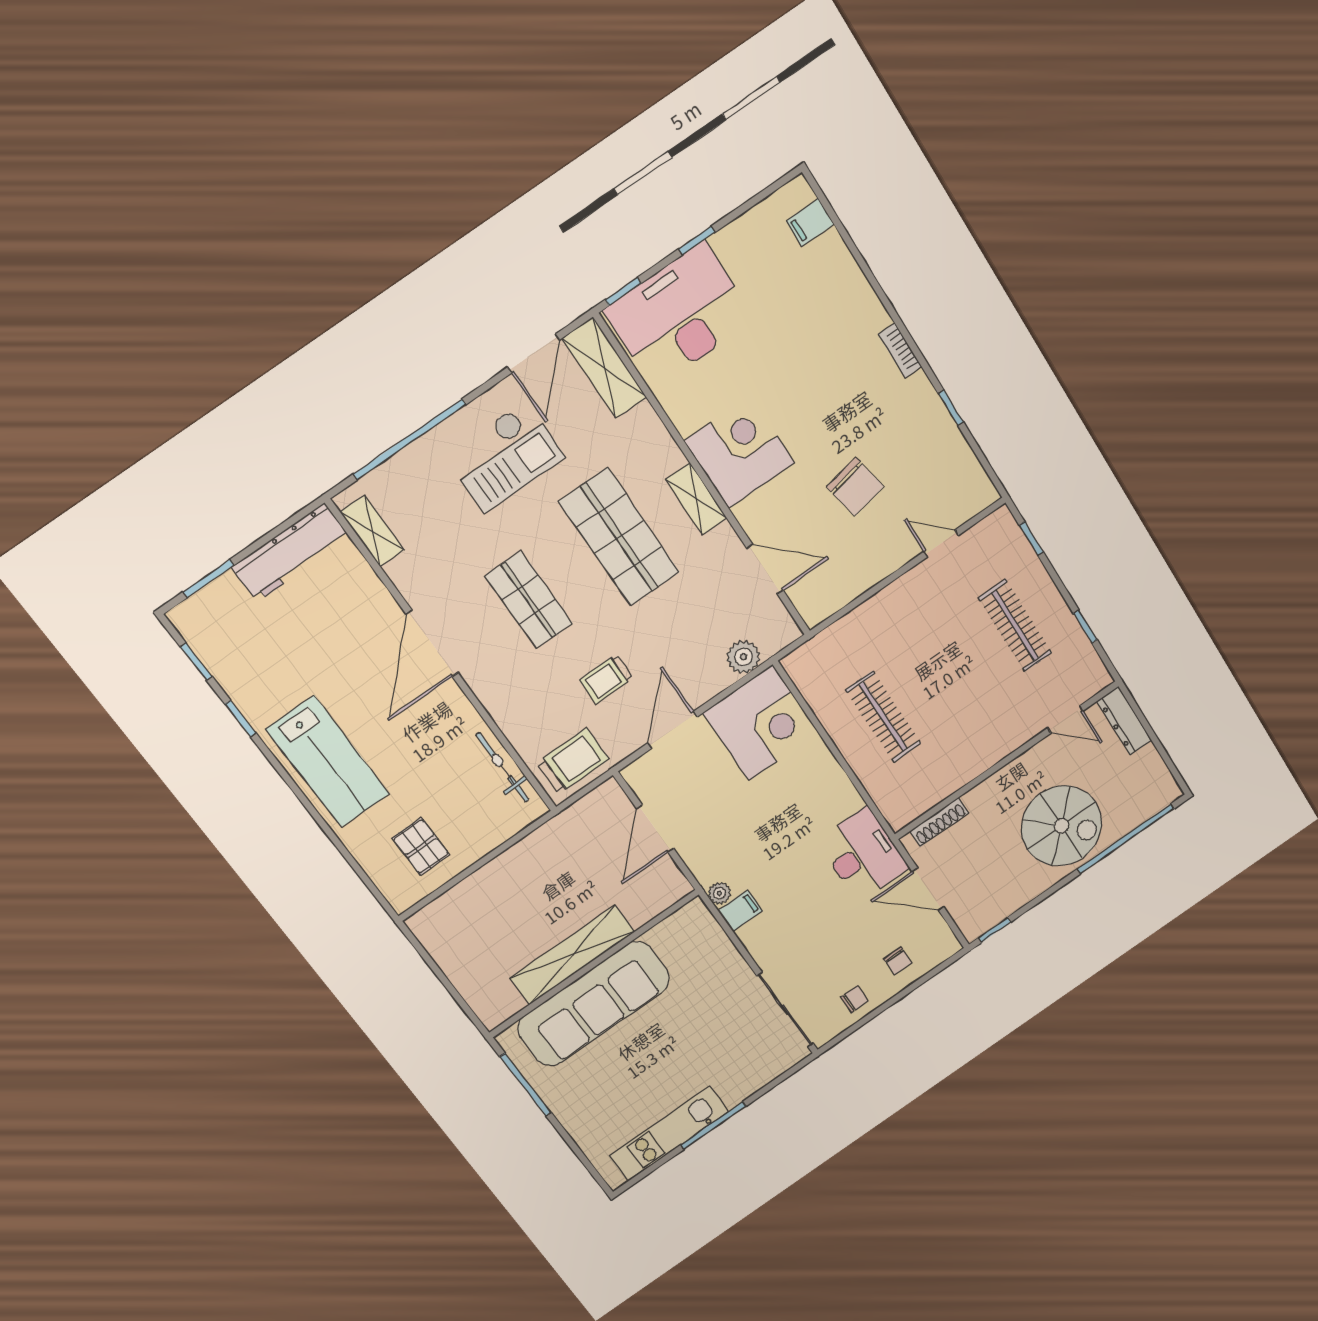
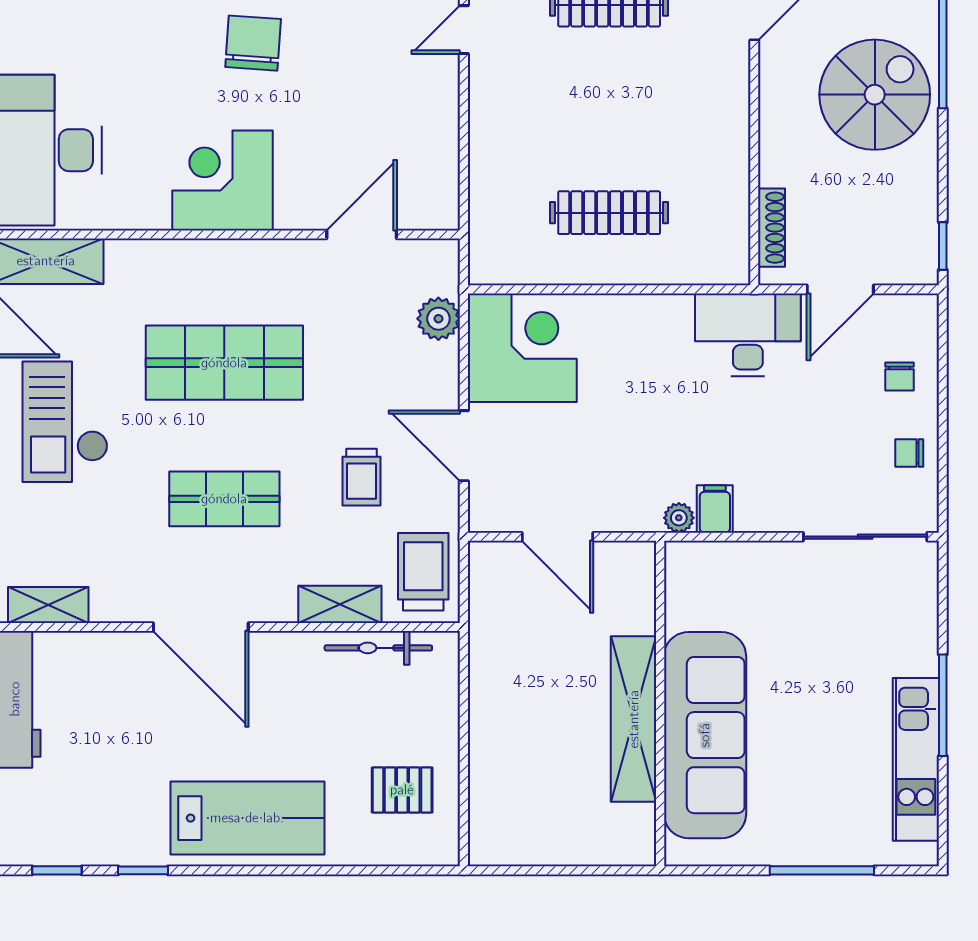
checkout: (505, 456) -> (65, 422), turned 180
chair: (855, 487) -> (253, 43), moved, turned -75
shelving: (696, 499) -> (340, 604), moved
chair: (898, 961) -> (900, 376), turned 90
chair: (854, 999) -> (909, 453), turned -90
window: (526, 1085) -> (822, 870), moved

